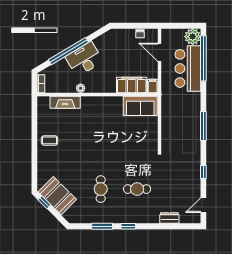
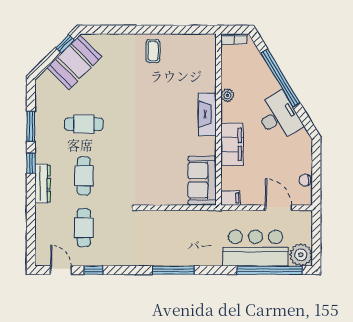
door: (159, 52) -> (279, 208), hinge flipped
desk: (84, 59) -> (279, 117), moved
filing cabinet: (132, 85) -> (232, 144), moved
fireplace: (65, 102) -> (207, 114), moved
window: (203, 172) -> (93, 270), moved
cafe table: (173, 189) -> (84, 228), added
dresser: (169, 218) -> (42, 184), moved, width x1.44

